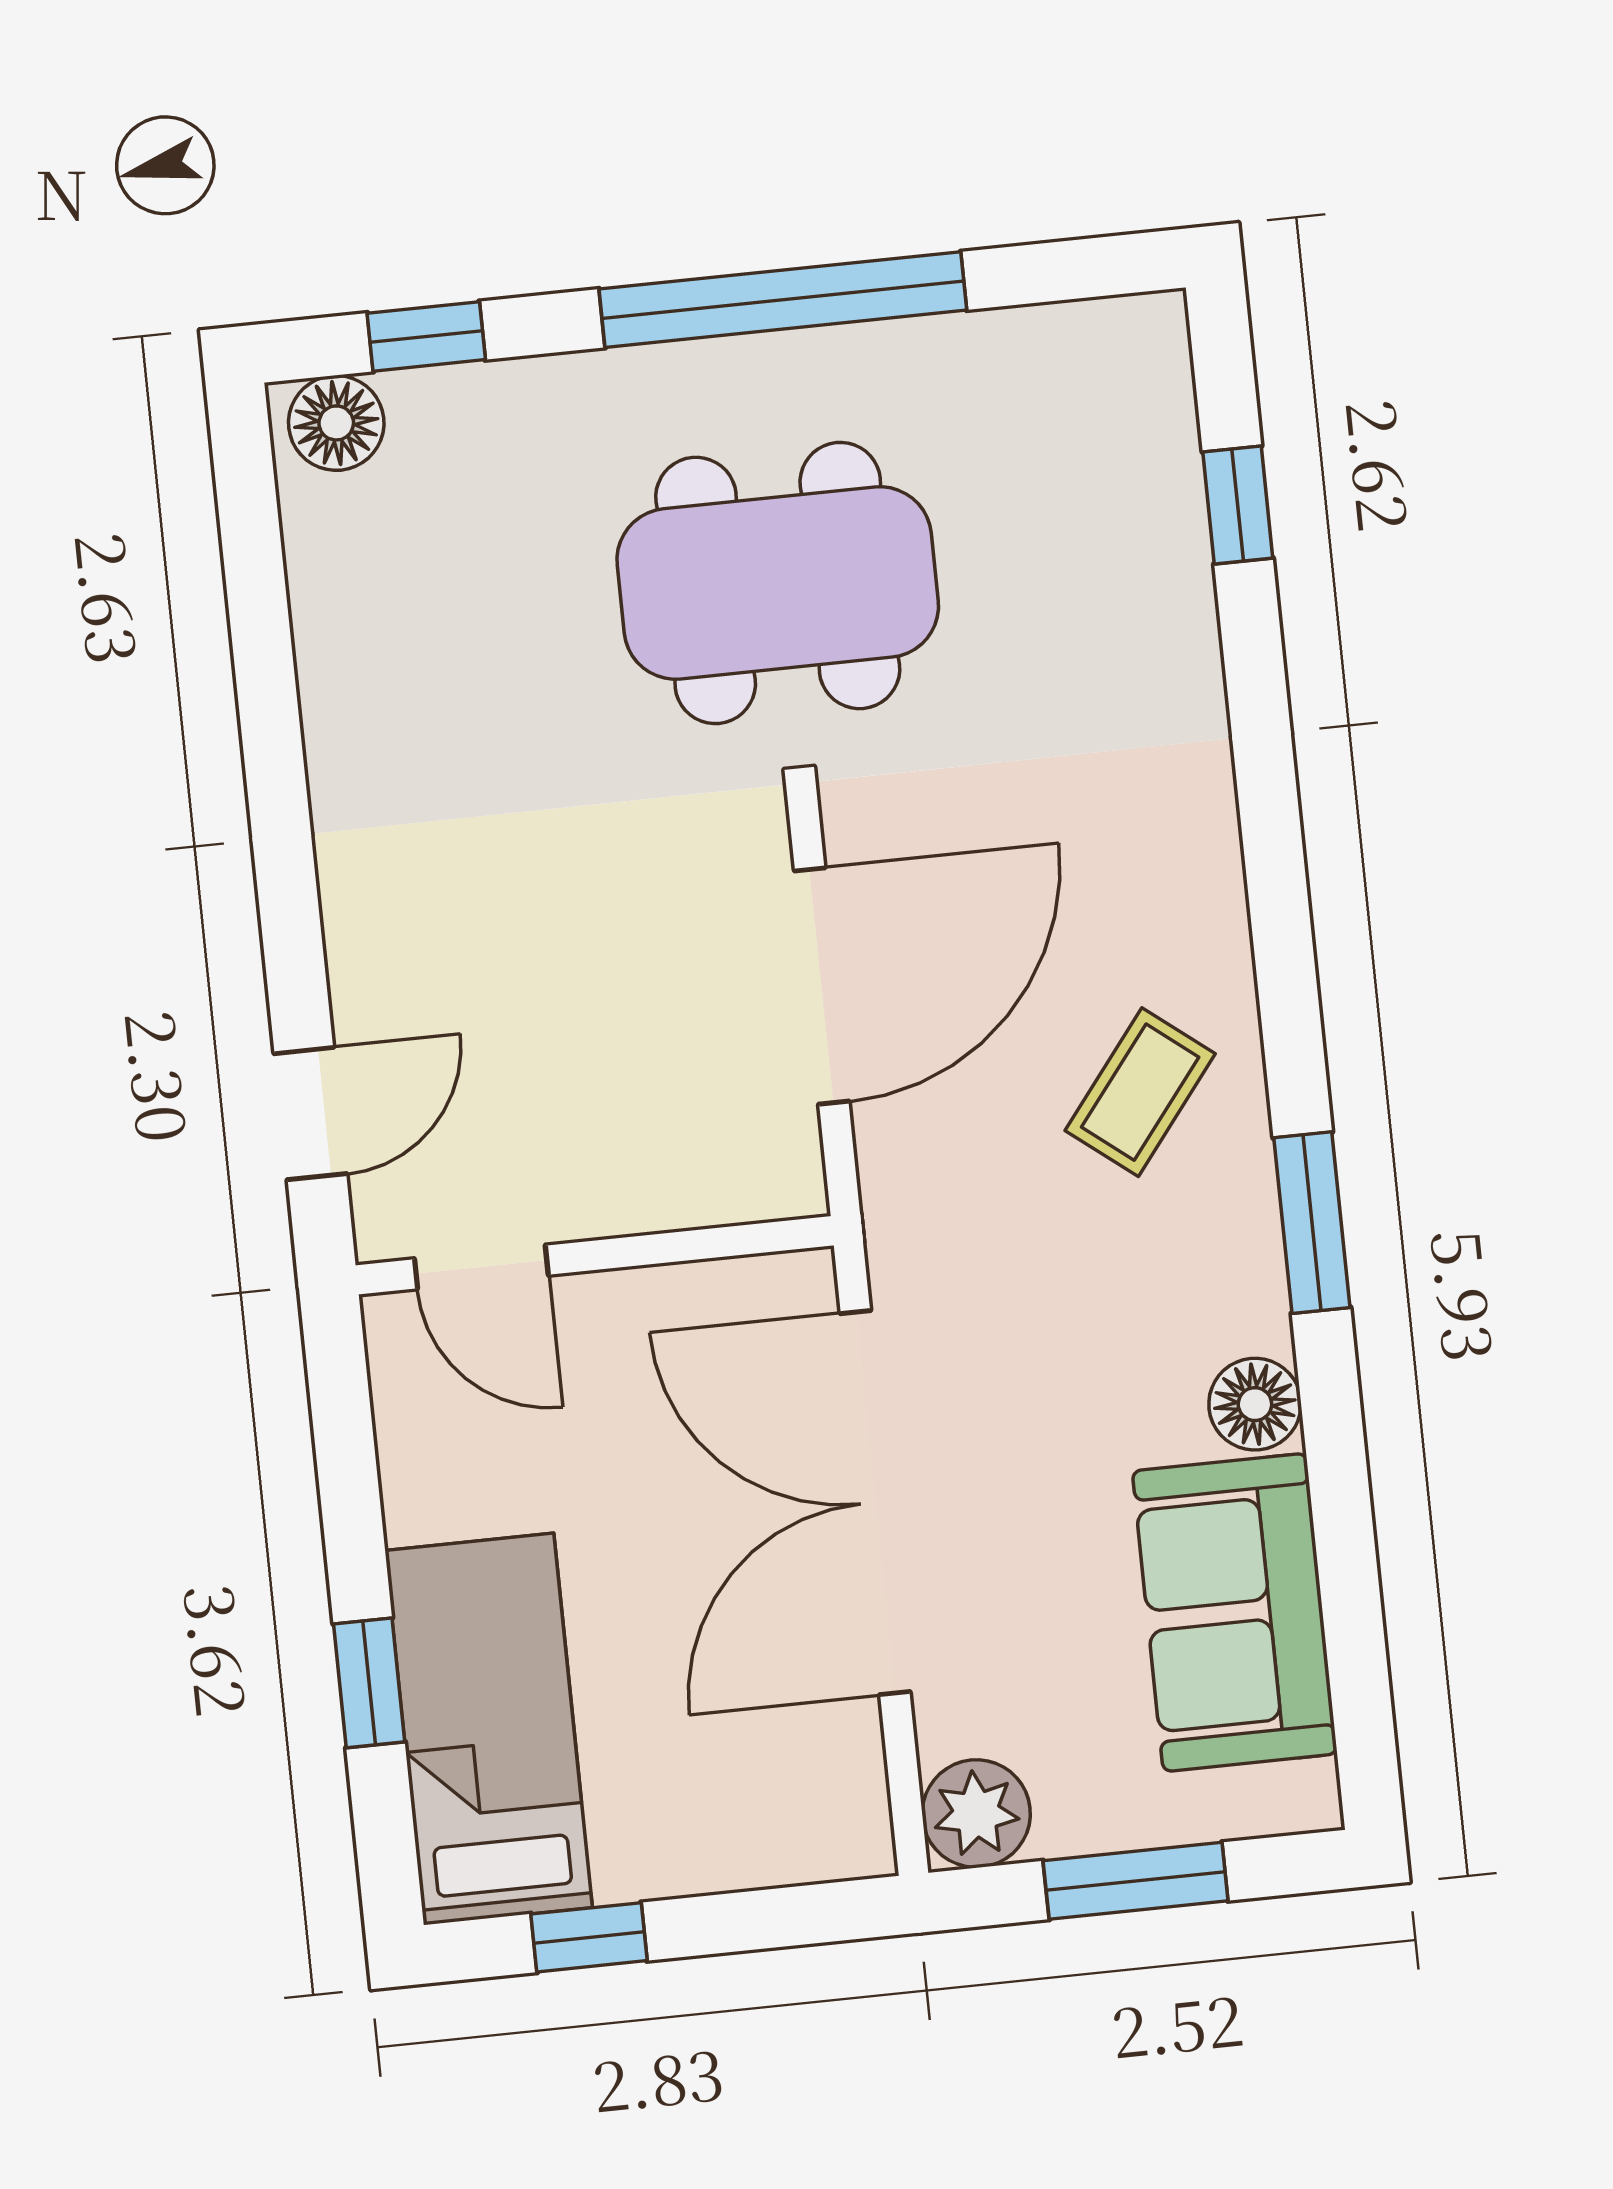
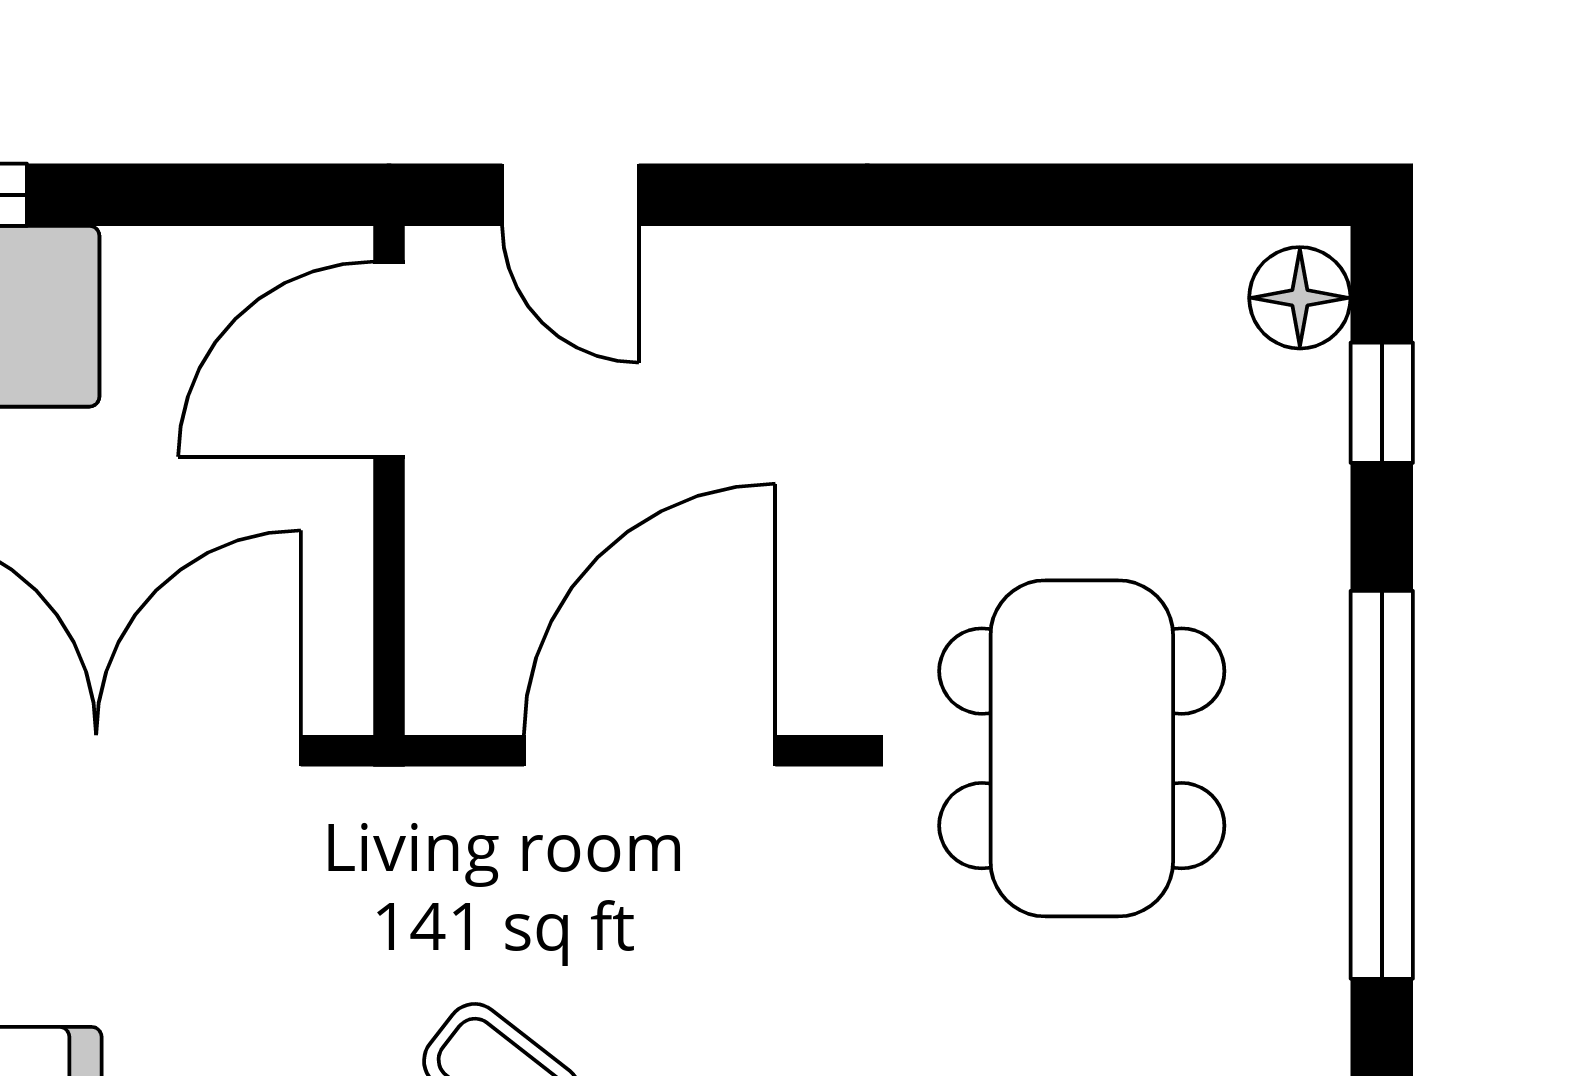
door: (822, 986) -> (650, 751), swing flipped
door: (481, 1267) -> (389, 359), width x1.38

